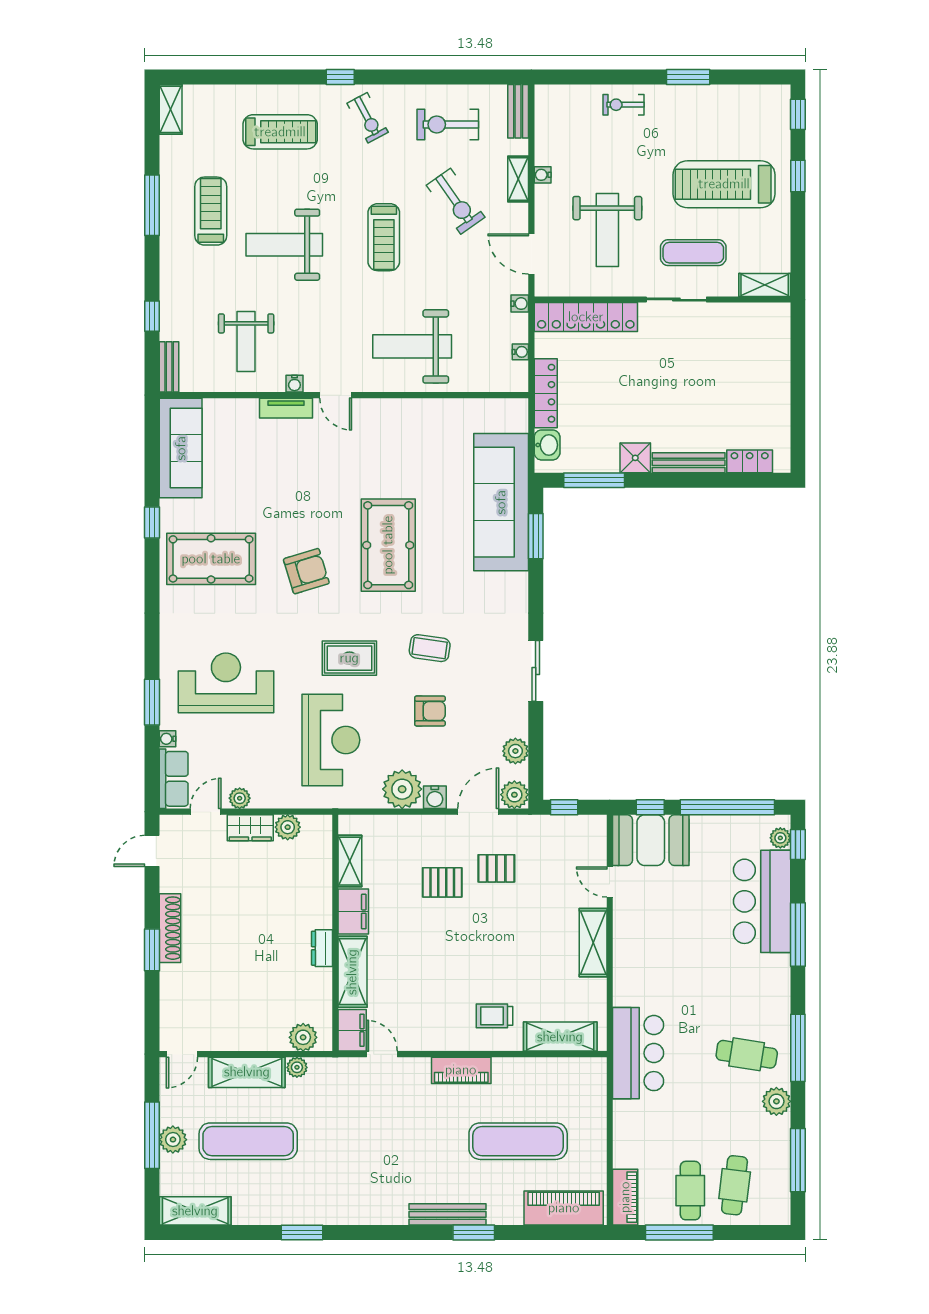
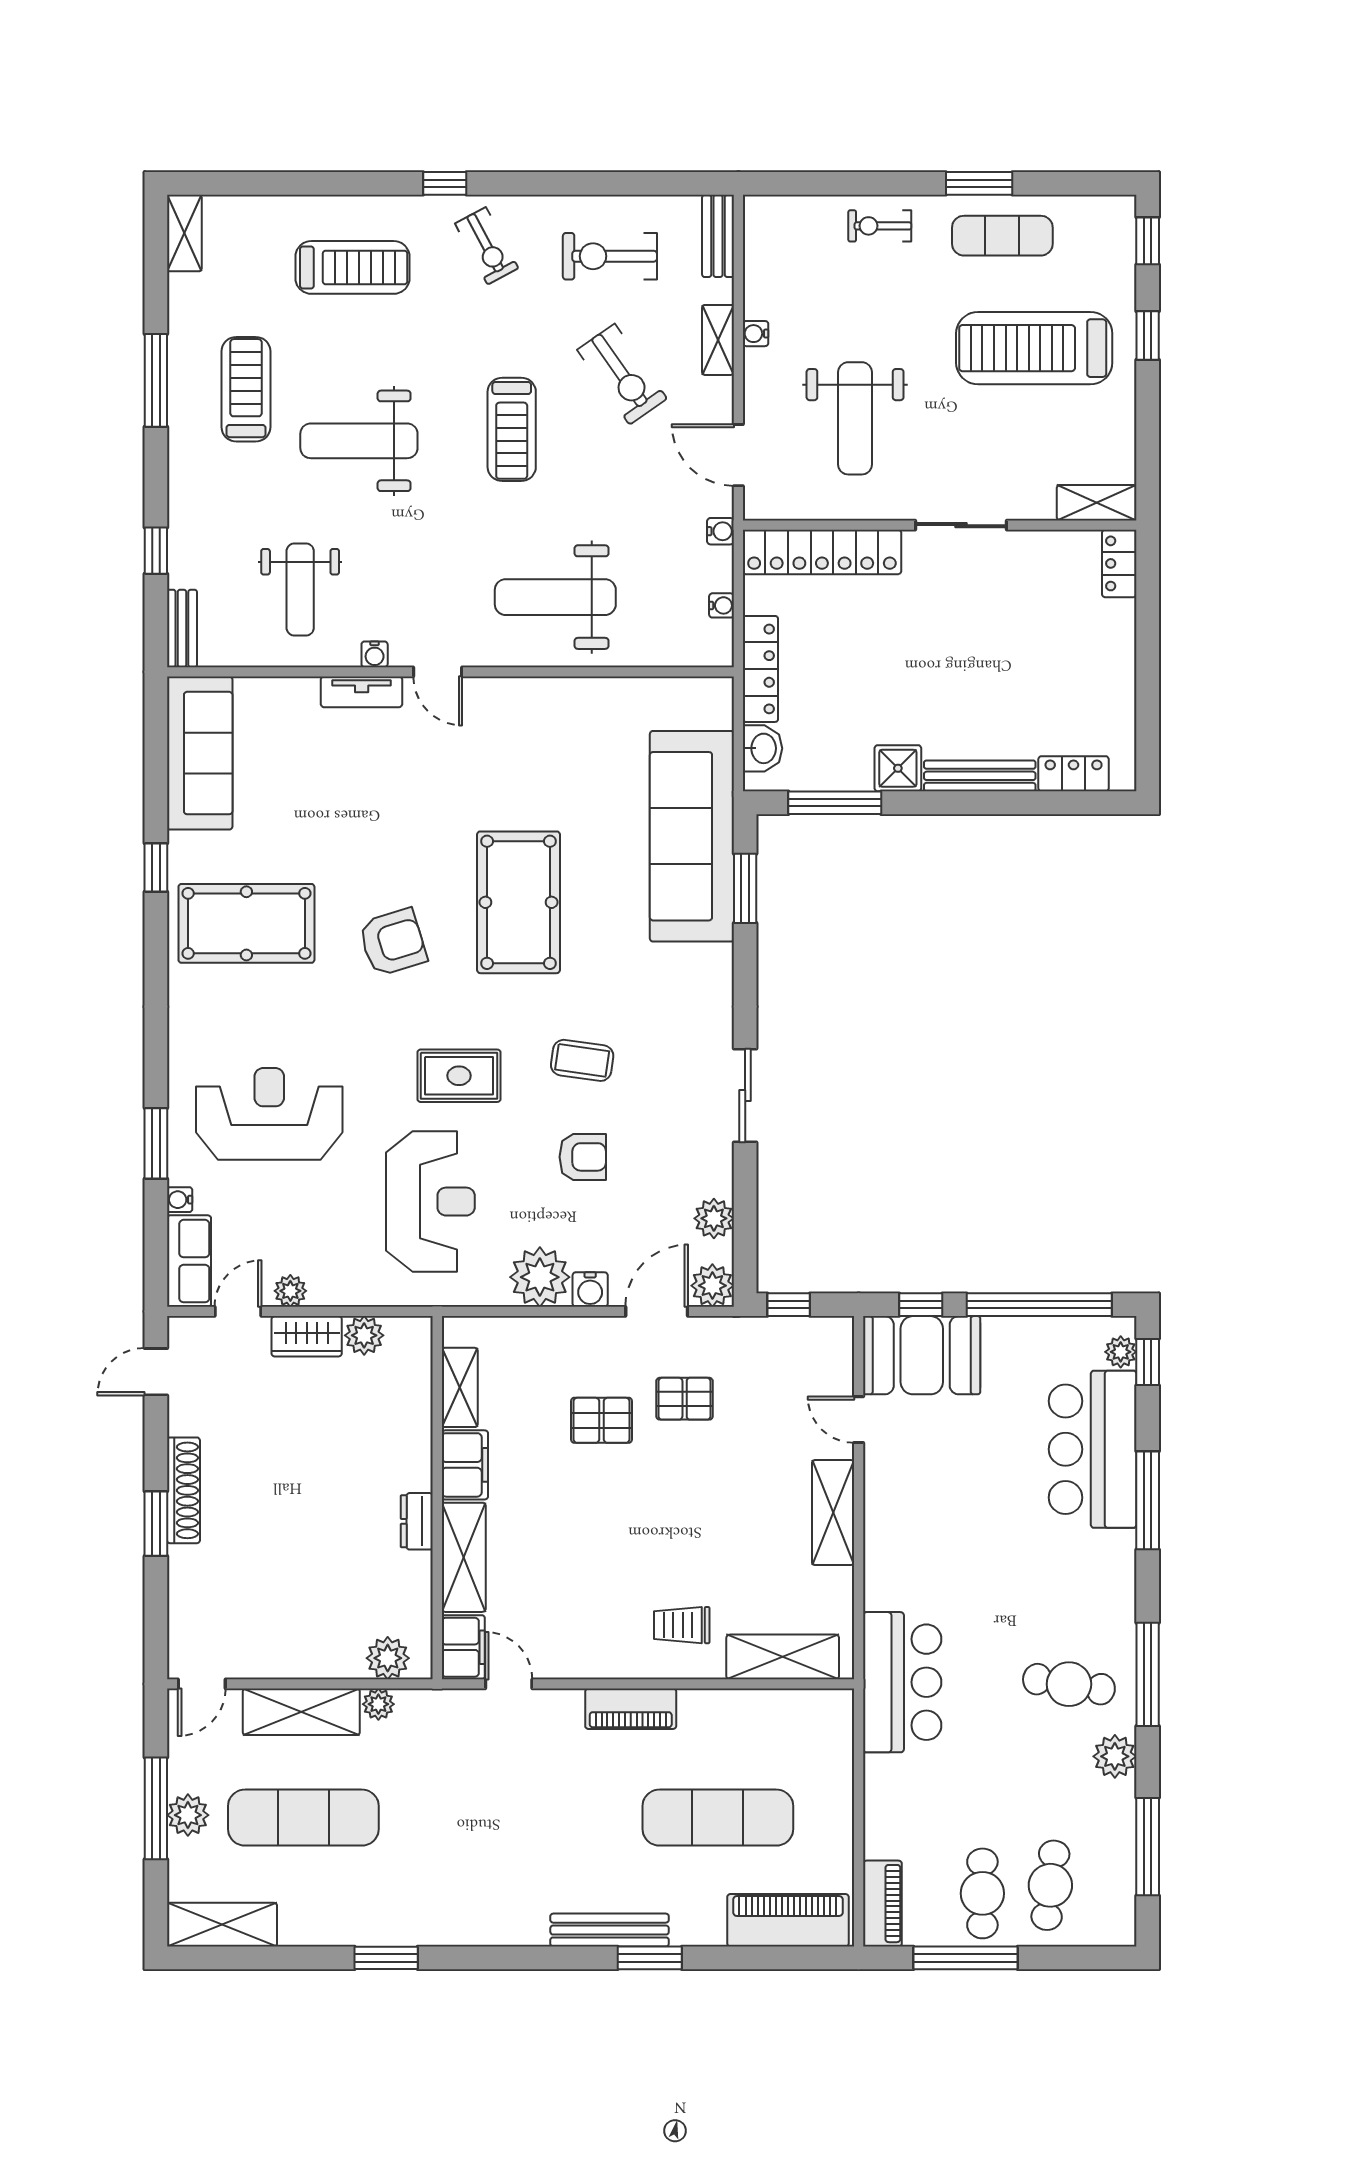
exercise mat: (693, 253) -> (1002, 236), moved
locker: (779, 325) -> (1119, 563), added

